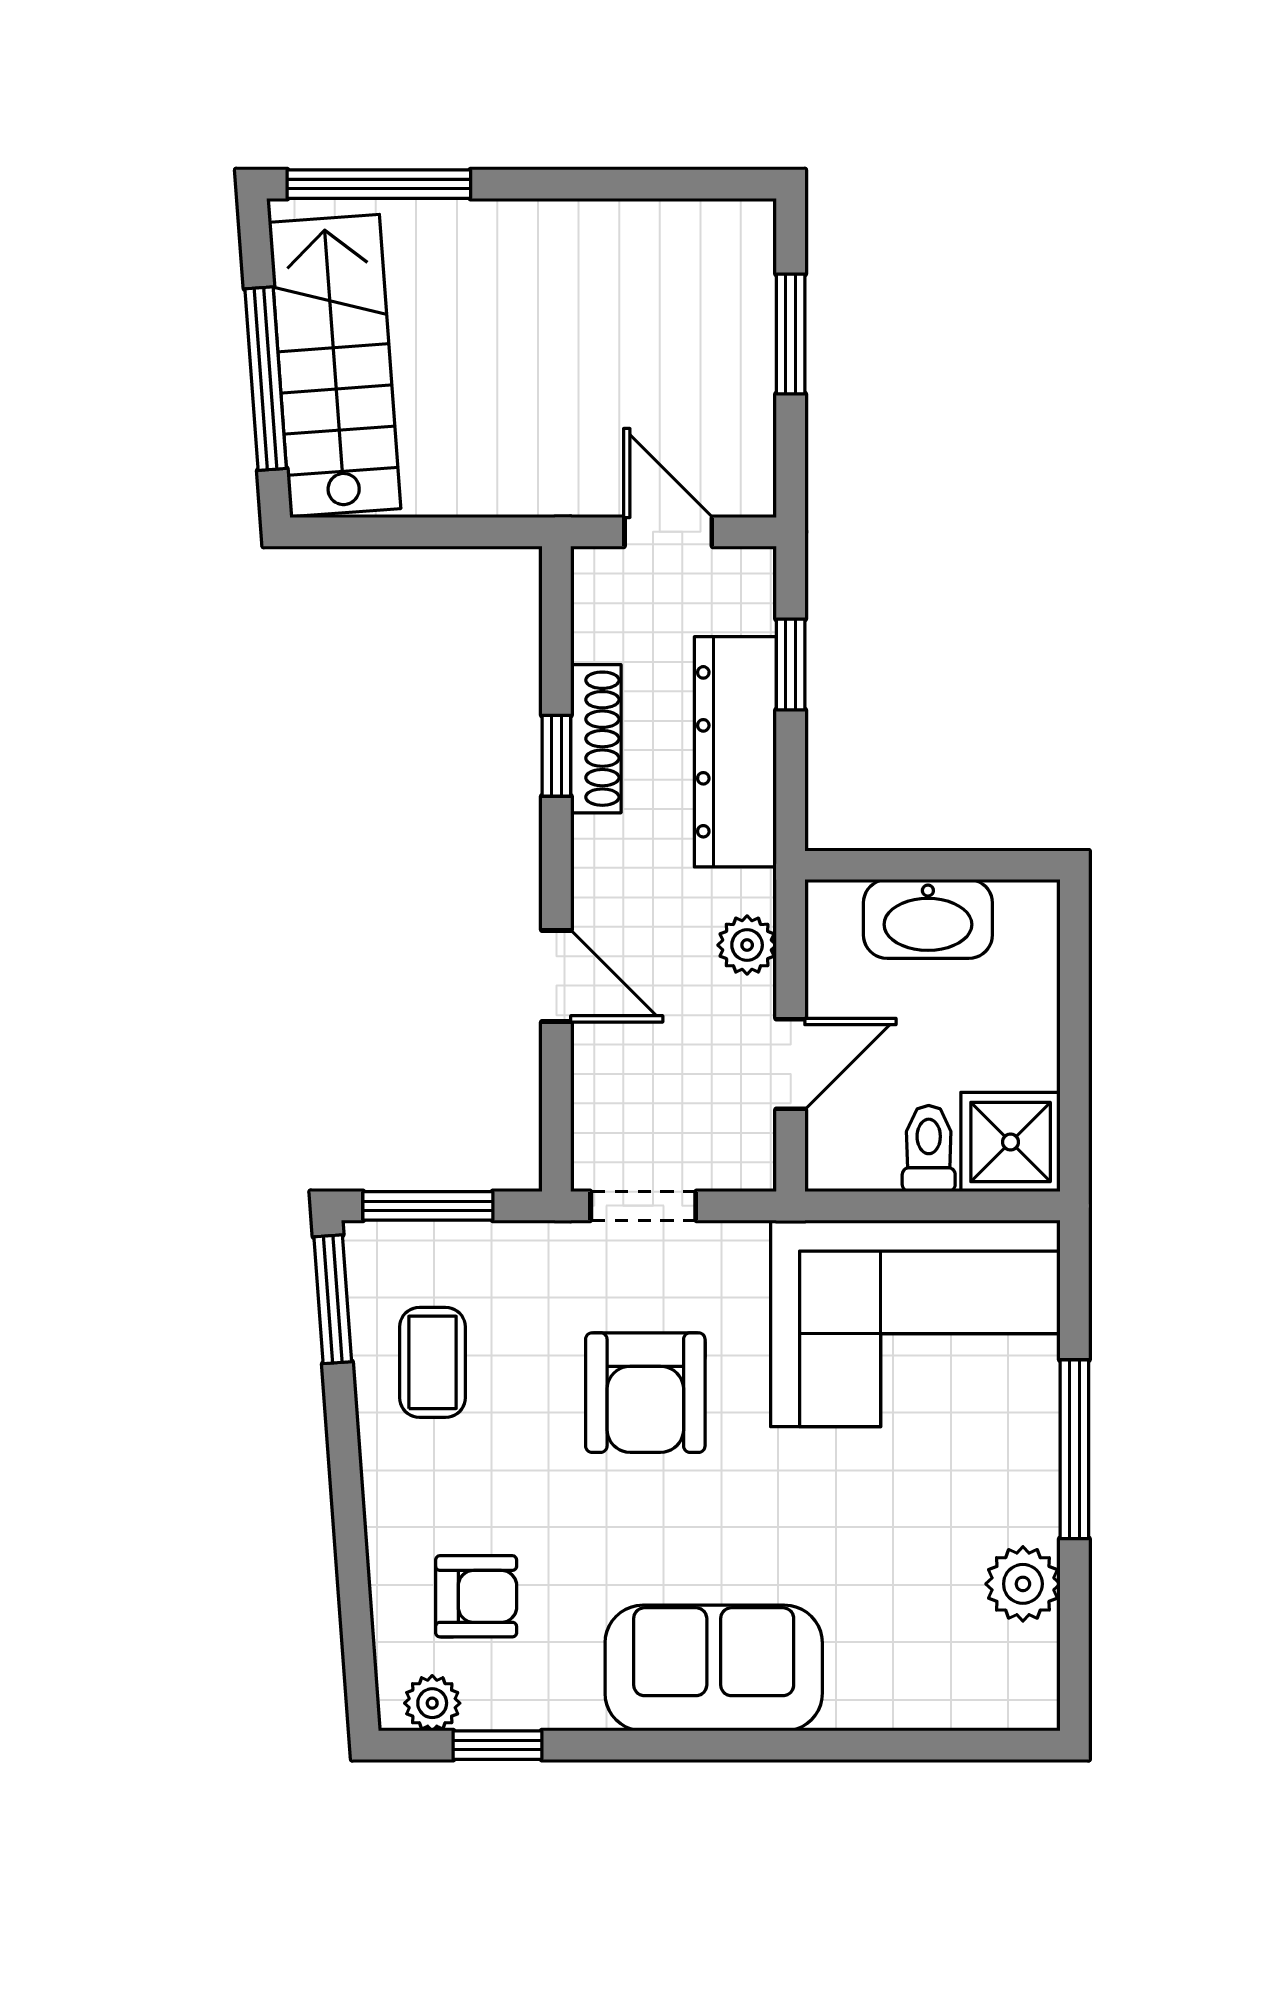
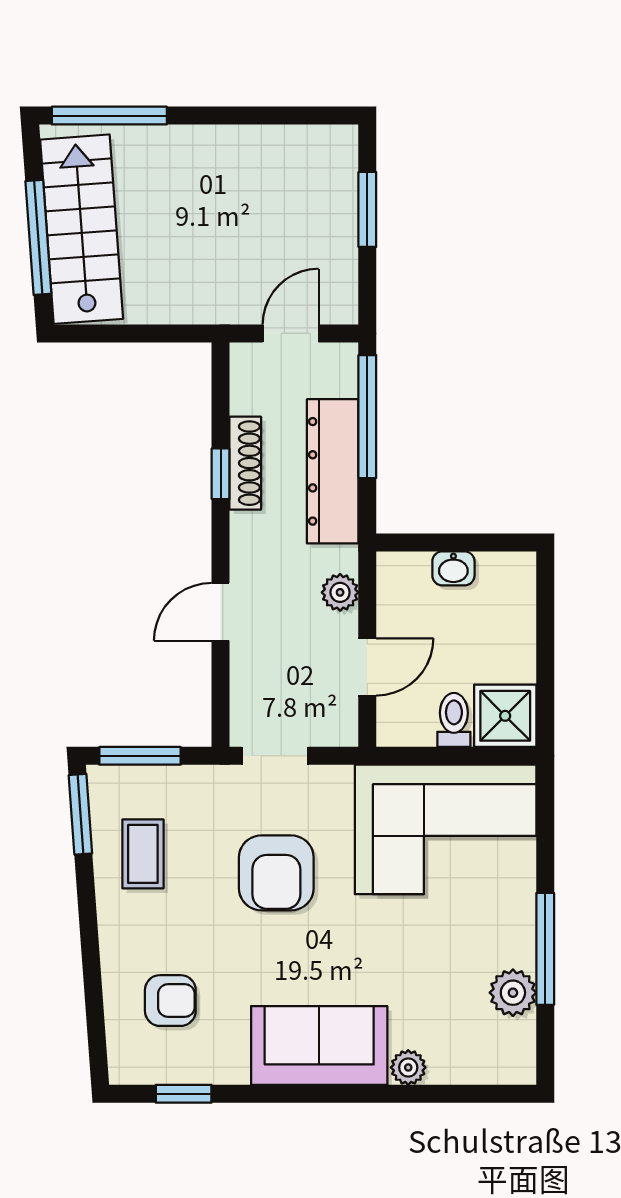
door: (668, 532) -> (291, 333), hinge flipped
window: (791, 664) -> (367, 417), width x2.17
washbasin: (928, 919) -> (453, 568), width x0.52, depth x0.69
door: (556, 976) -> (221, 612), swing flipped
window: (1074, 1449) -> (545, 949), moved
plant: (432, 1703) -> (408, 1067), moved

